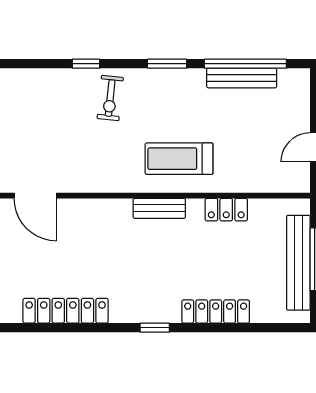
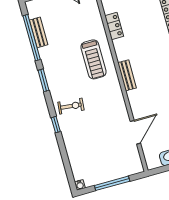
bench: (242, 78) -> (39, 32), width x0.73
bench: (159, 208) -> (127, 75), moved

